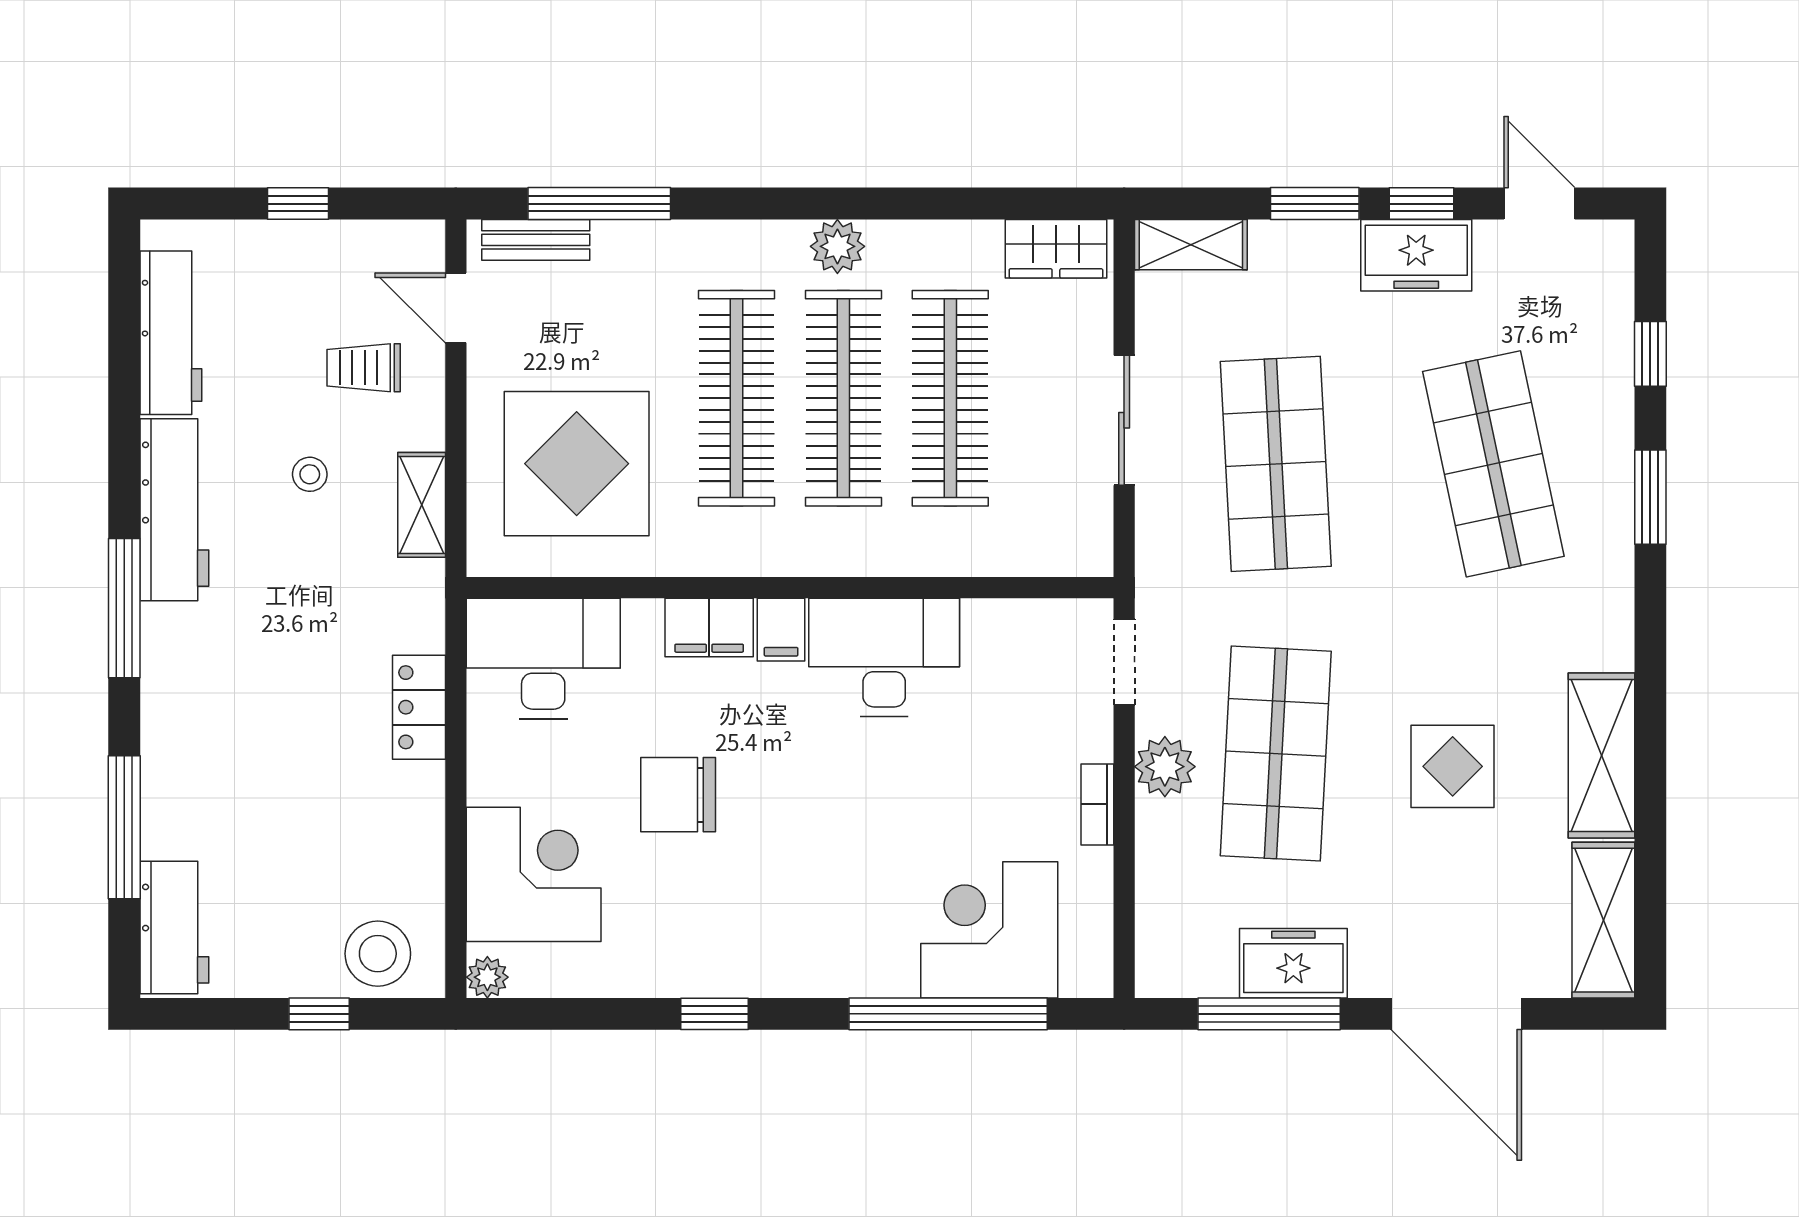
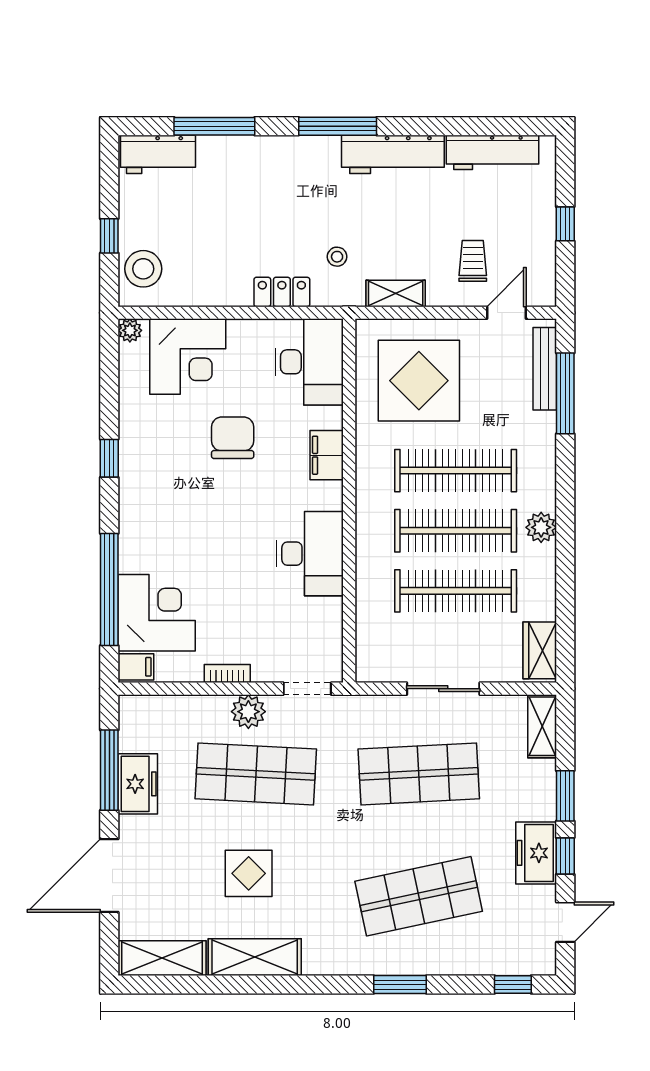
bench: (536, 240) -> (545, 369), width x1.36
window: (1650, 354) -> (513, 985), moved
stool: (310, 474) -> (337, 257), moved
filing cabinet: (781, 630) -> (136, 667), moved, turned 180

